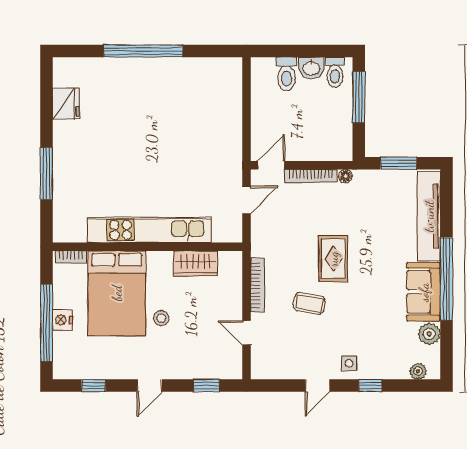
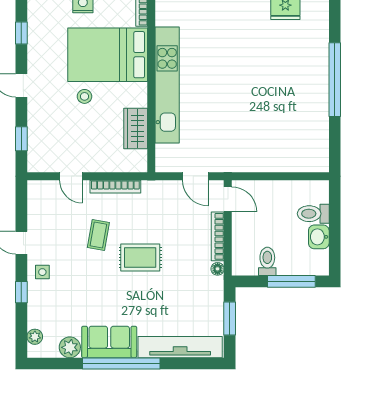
toilet: (335, 72) -> (267, 261), moved, turned 90
door: (247, 333) -> (71, 176), swing flipped

